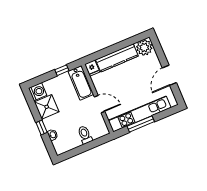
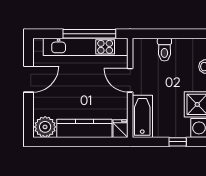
window: (62, 70) -> (178, 142), moved
window: (141, 124) -> (89, 34), width x1.46

